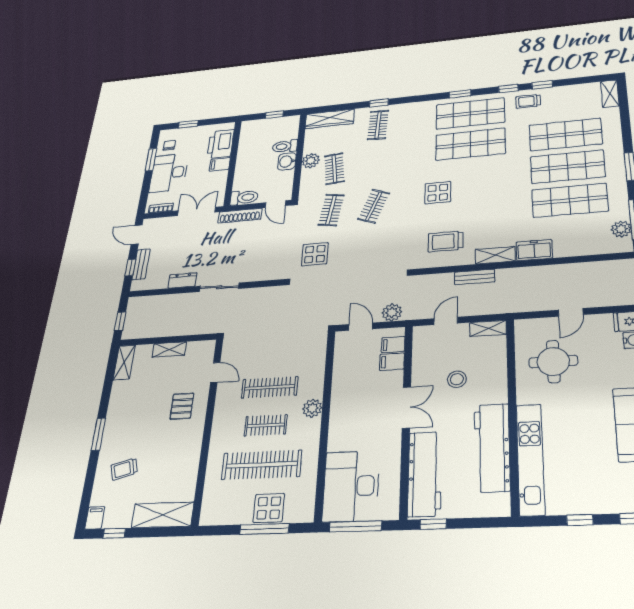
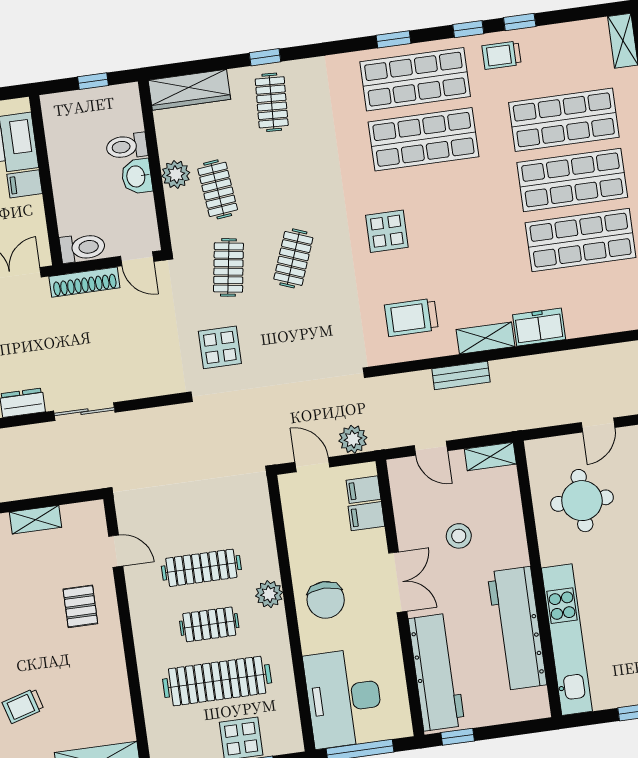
door: (446, 321) -> (431, 448), swing flipped
chair: (352, 415) -> (326, 600), added

